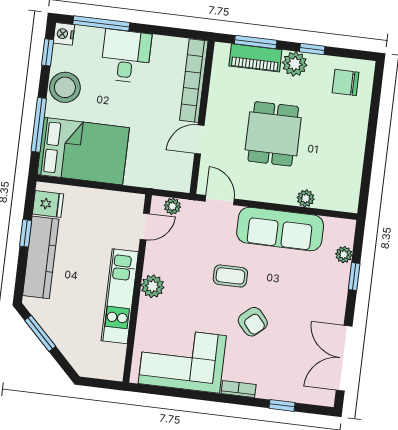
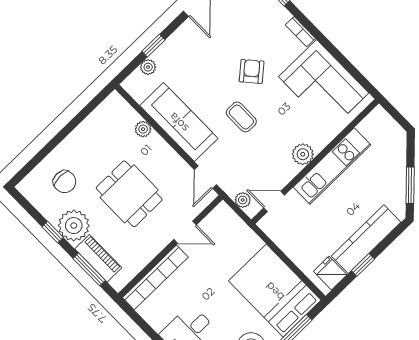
plant: (295, 64) -> (74, 226), width x1.36, depth x1.36
chair: (346, 82) -> (65, 182), moved
dining table: (273, 134) -> (129, 194), turned 90

